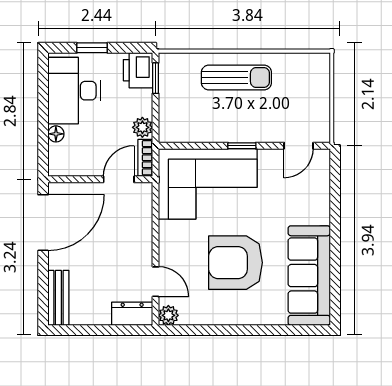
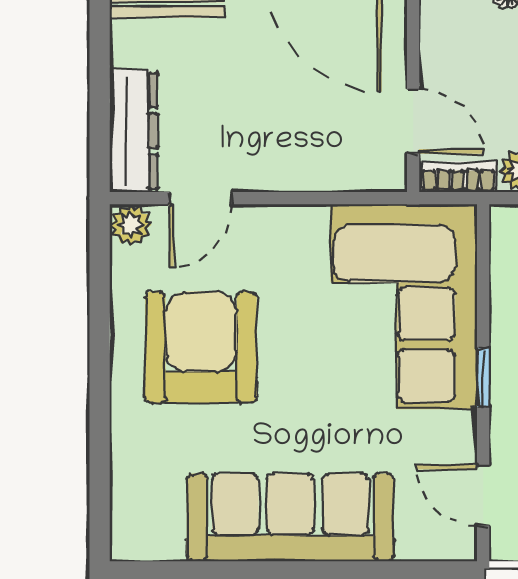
armchair: (236, 263) -> (201, 347), moved
sofa: (309, 276) -> (290, 517), moved
dresser: (132, 314) -> (134, 131), width x1.44

